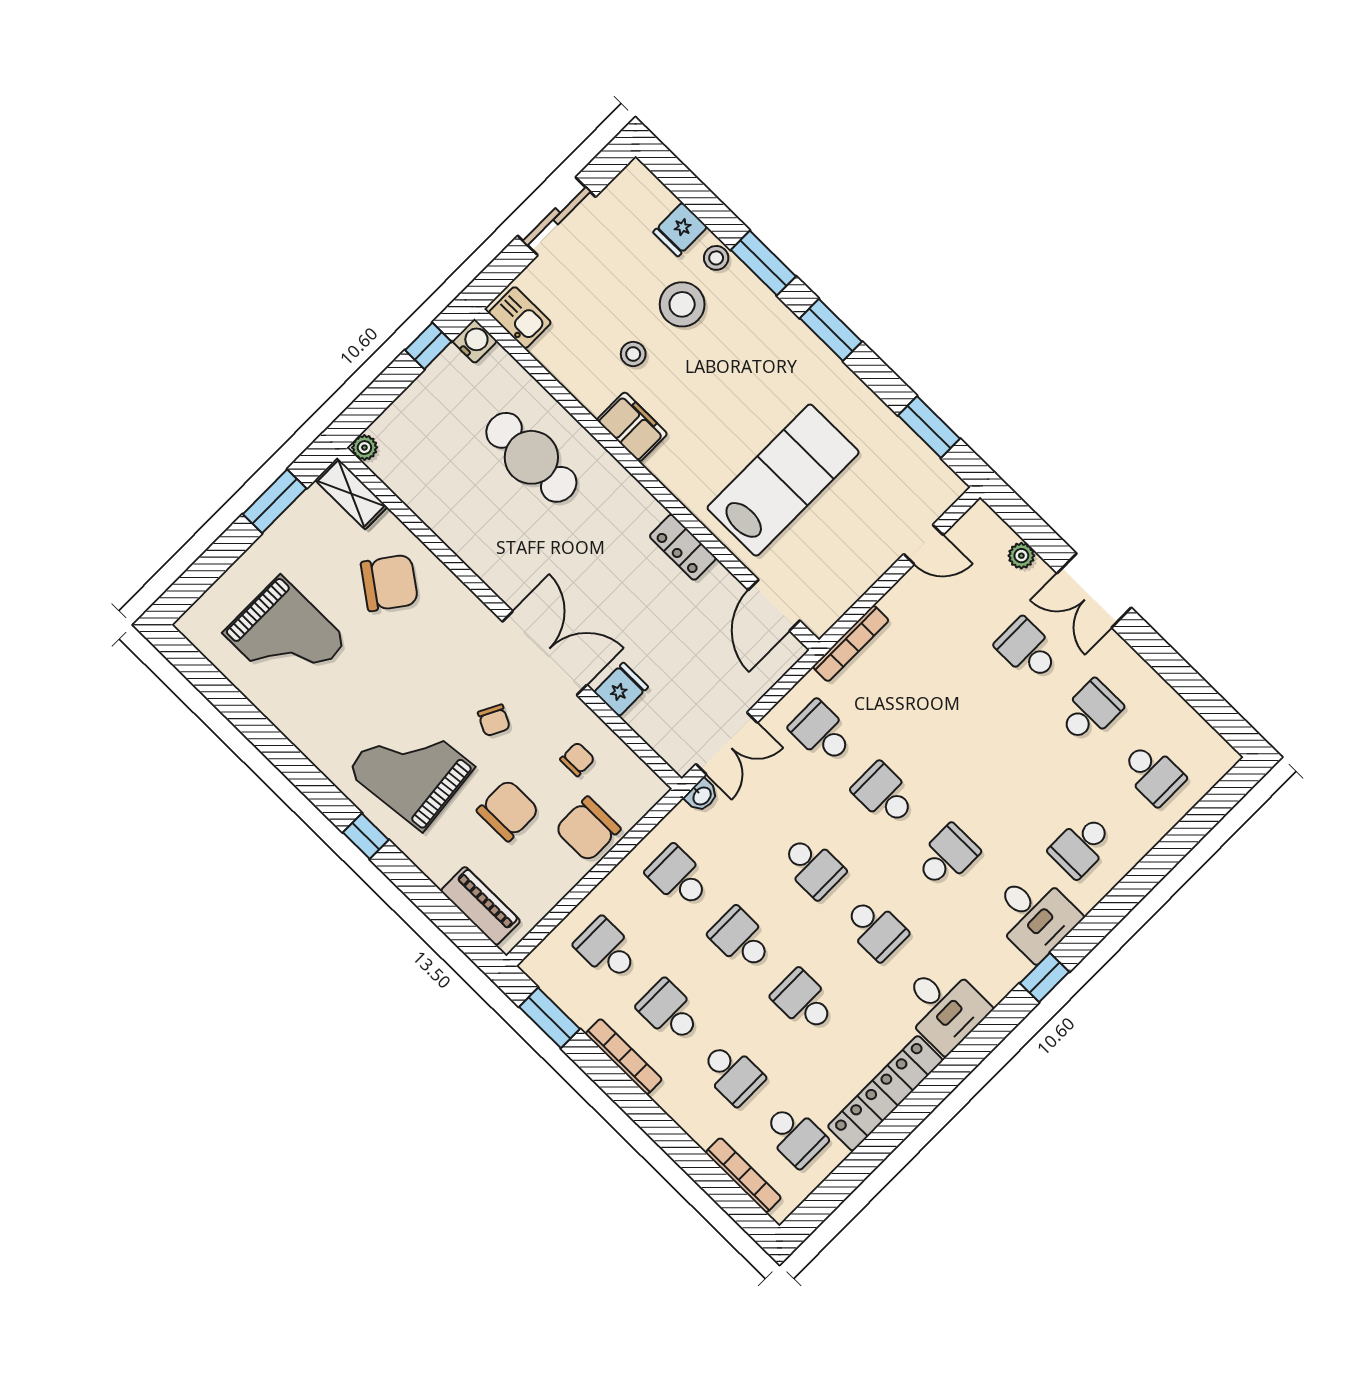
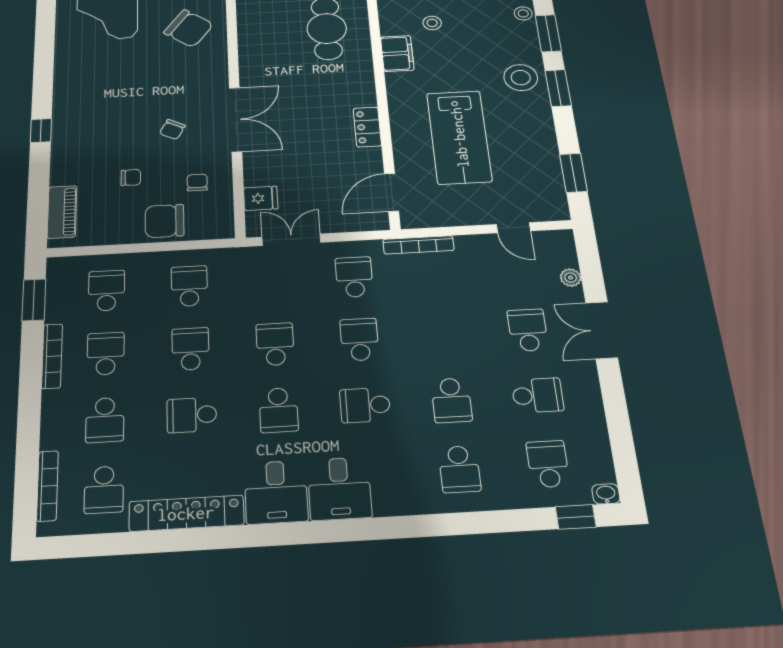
stool: (682, 304) -> (521, 78), moved
lab bench: (783, 480) -> (459, 137), turned 90
fridge: (621, 689) -> (261, 198), moved
double door: (727, 743) -> (291, 240), swing flipped
chair: (577, 759) -> (197, 182), turned -90
grand piano: (411, 769) -> (101, 118), removed
school desk: (1153, 774) -> (548, 464), turned 180
school desk: (1019, 784) -> (451, 400), added
washbasin: (702, 795) -> (606, 494), moved, turned 180
chair: (508, 810) -> (131, 177), width x0.54, depth x0.54
school desk: (1081, 846) -> (460, 469), turned -90
school desk: (947, 856) -> (365, 405), turned 180
school desk: (813, 867) -> (275, 344), turned 180
desk: (1034, 915) -> (339, 489), moved
window: (1045, 977) -> (576, 517), moved
school desk: (804, 1001) -> (192, 415), turned -90

